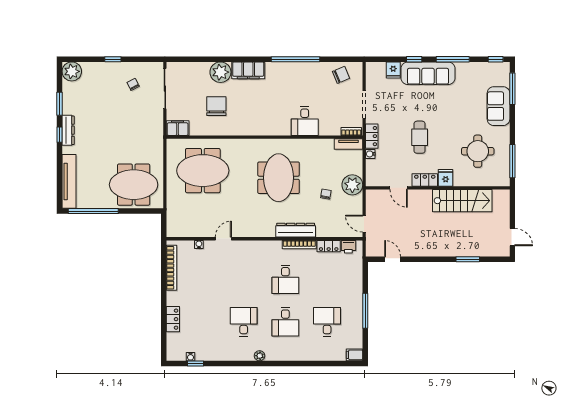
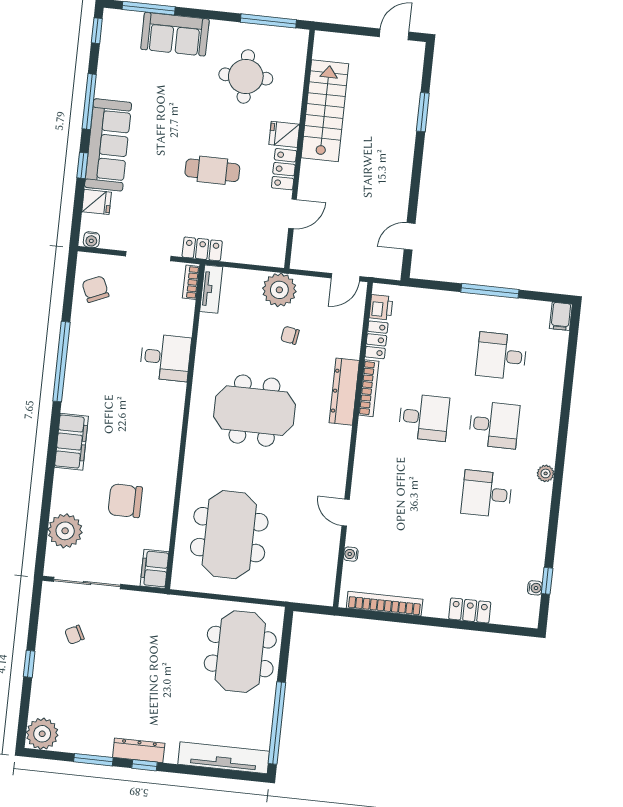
plant: (220, 72) -> (65, 531), moved
water cooler: (370, 154) -> (91, 240), moved

